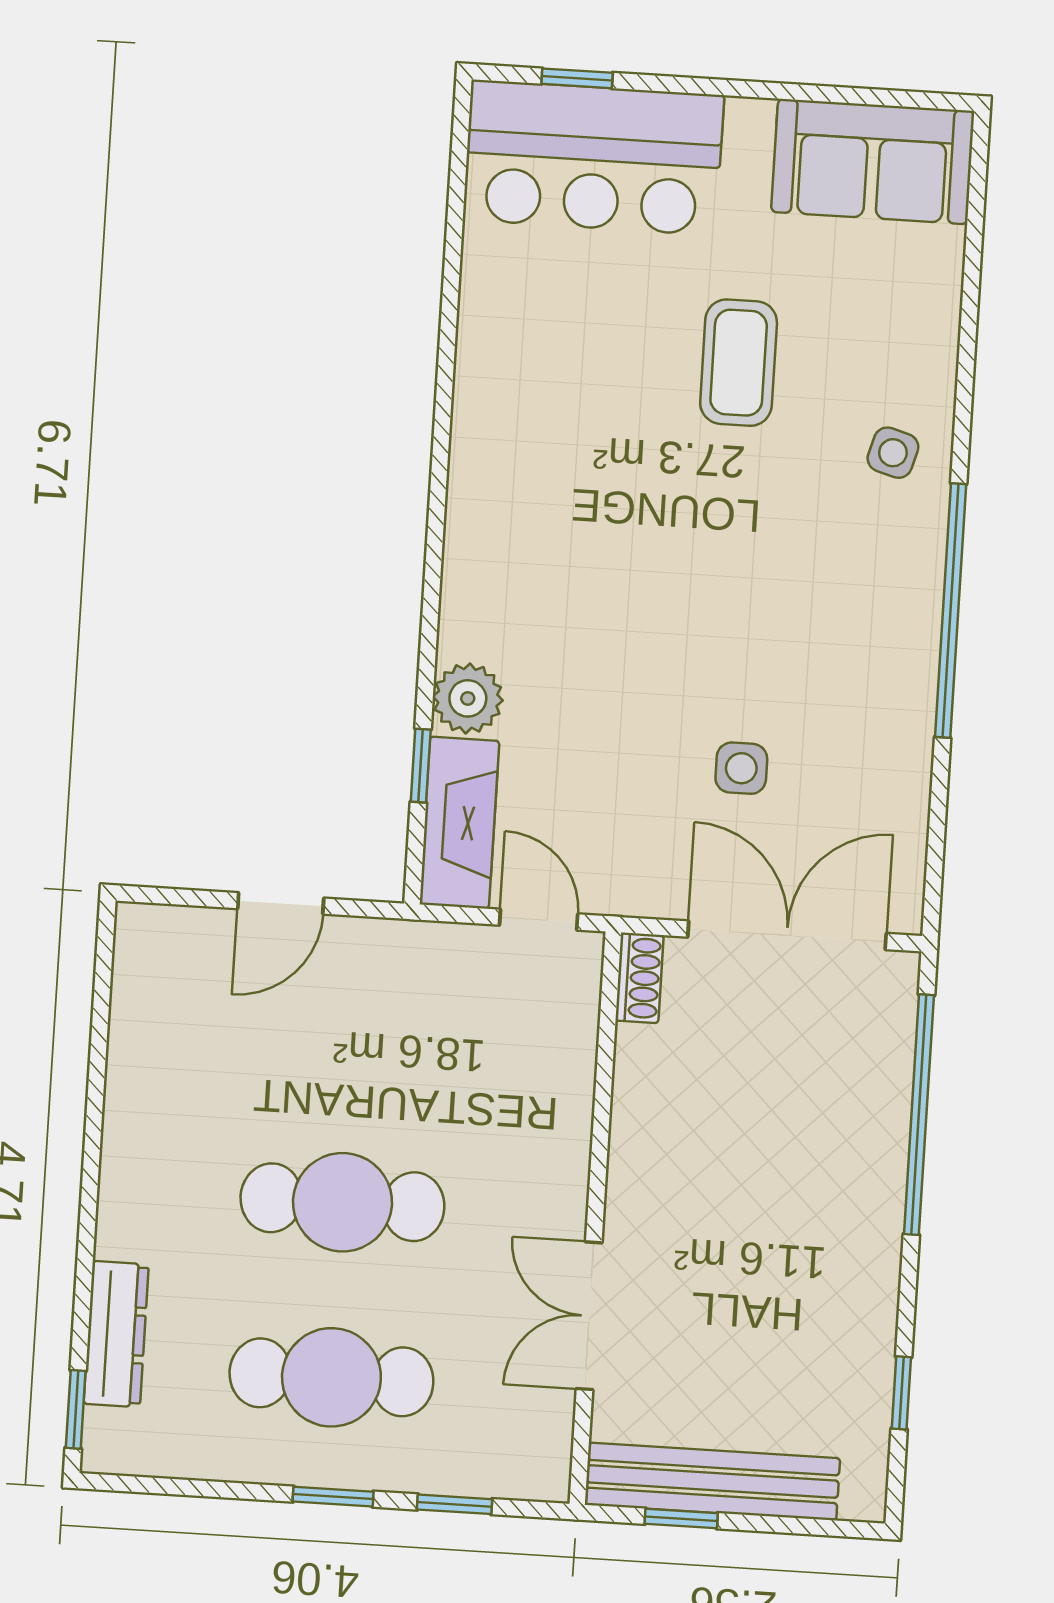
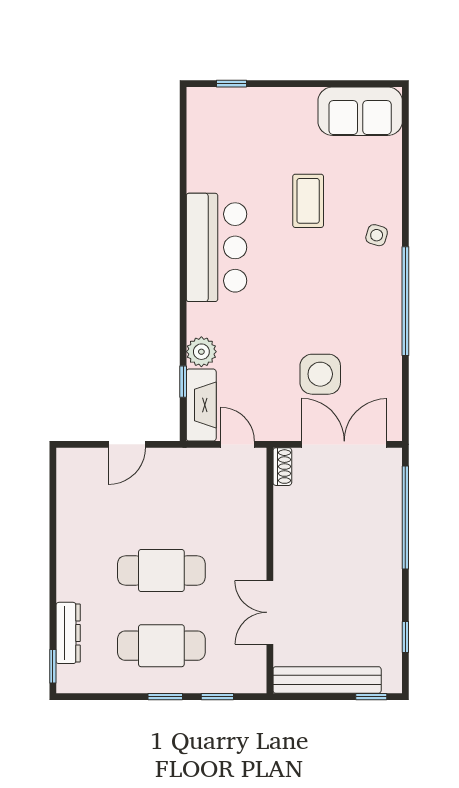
bar counter: (593, 157) -> (216, 247), moved, turned -90
side table: (741, 768) -> (320, 374), width x1.87, depth x1.87
window: (681, 1519) -> (371, 697), moved

